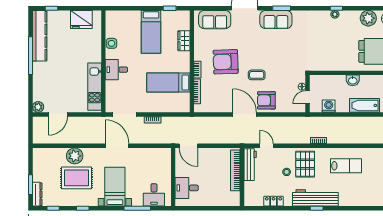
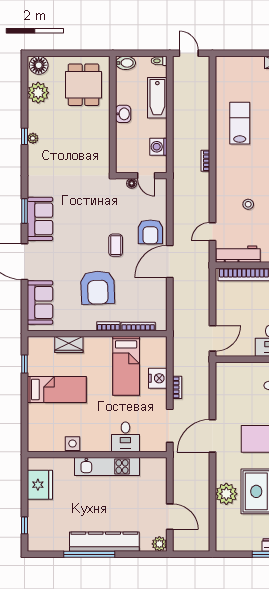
kitchen counter: (40, 36) -> (104, 542), moved
desk: (116, 70) -> (125, 437), moved
kitchen unit: (95, 87) -> (107, 467), moved
nightstand: (159, 106) -> (158, 378), added
pallet: (305, 164) -> (237, 179), removed

